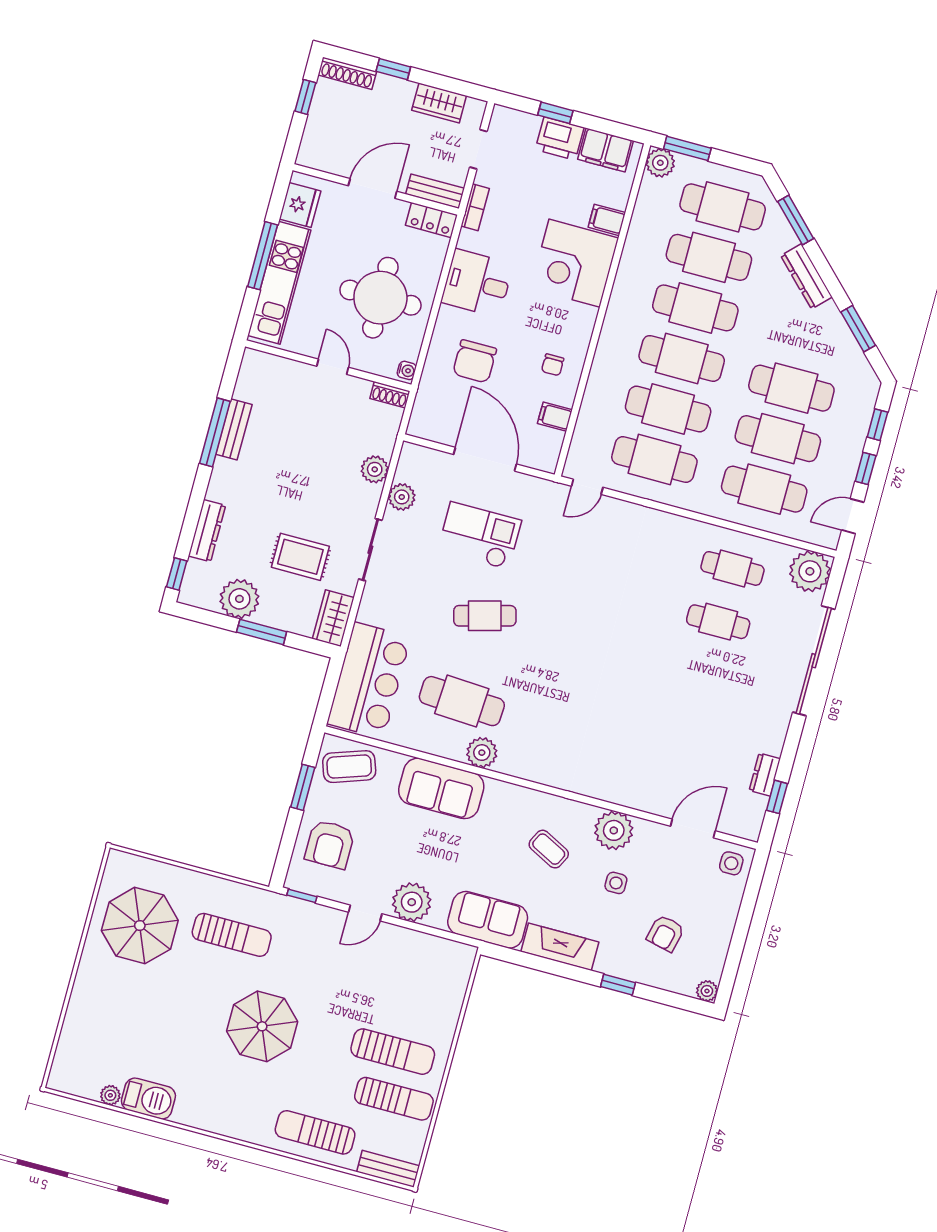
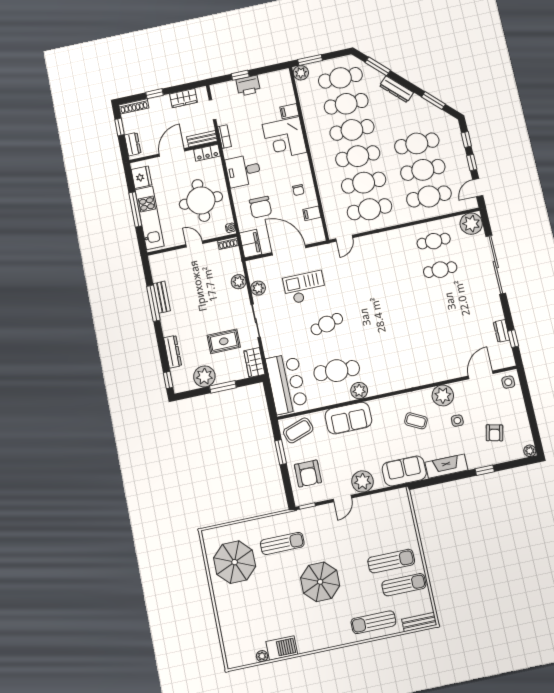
dresser: (313, 139) -> (133, 144), added
filing cabinet: (606, 150) -> (251, 244), moved, turned -90

